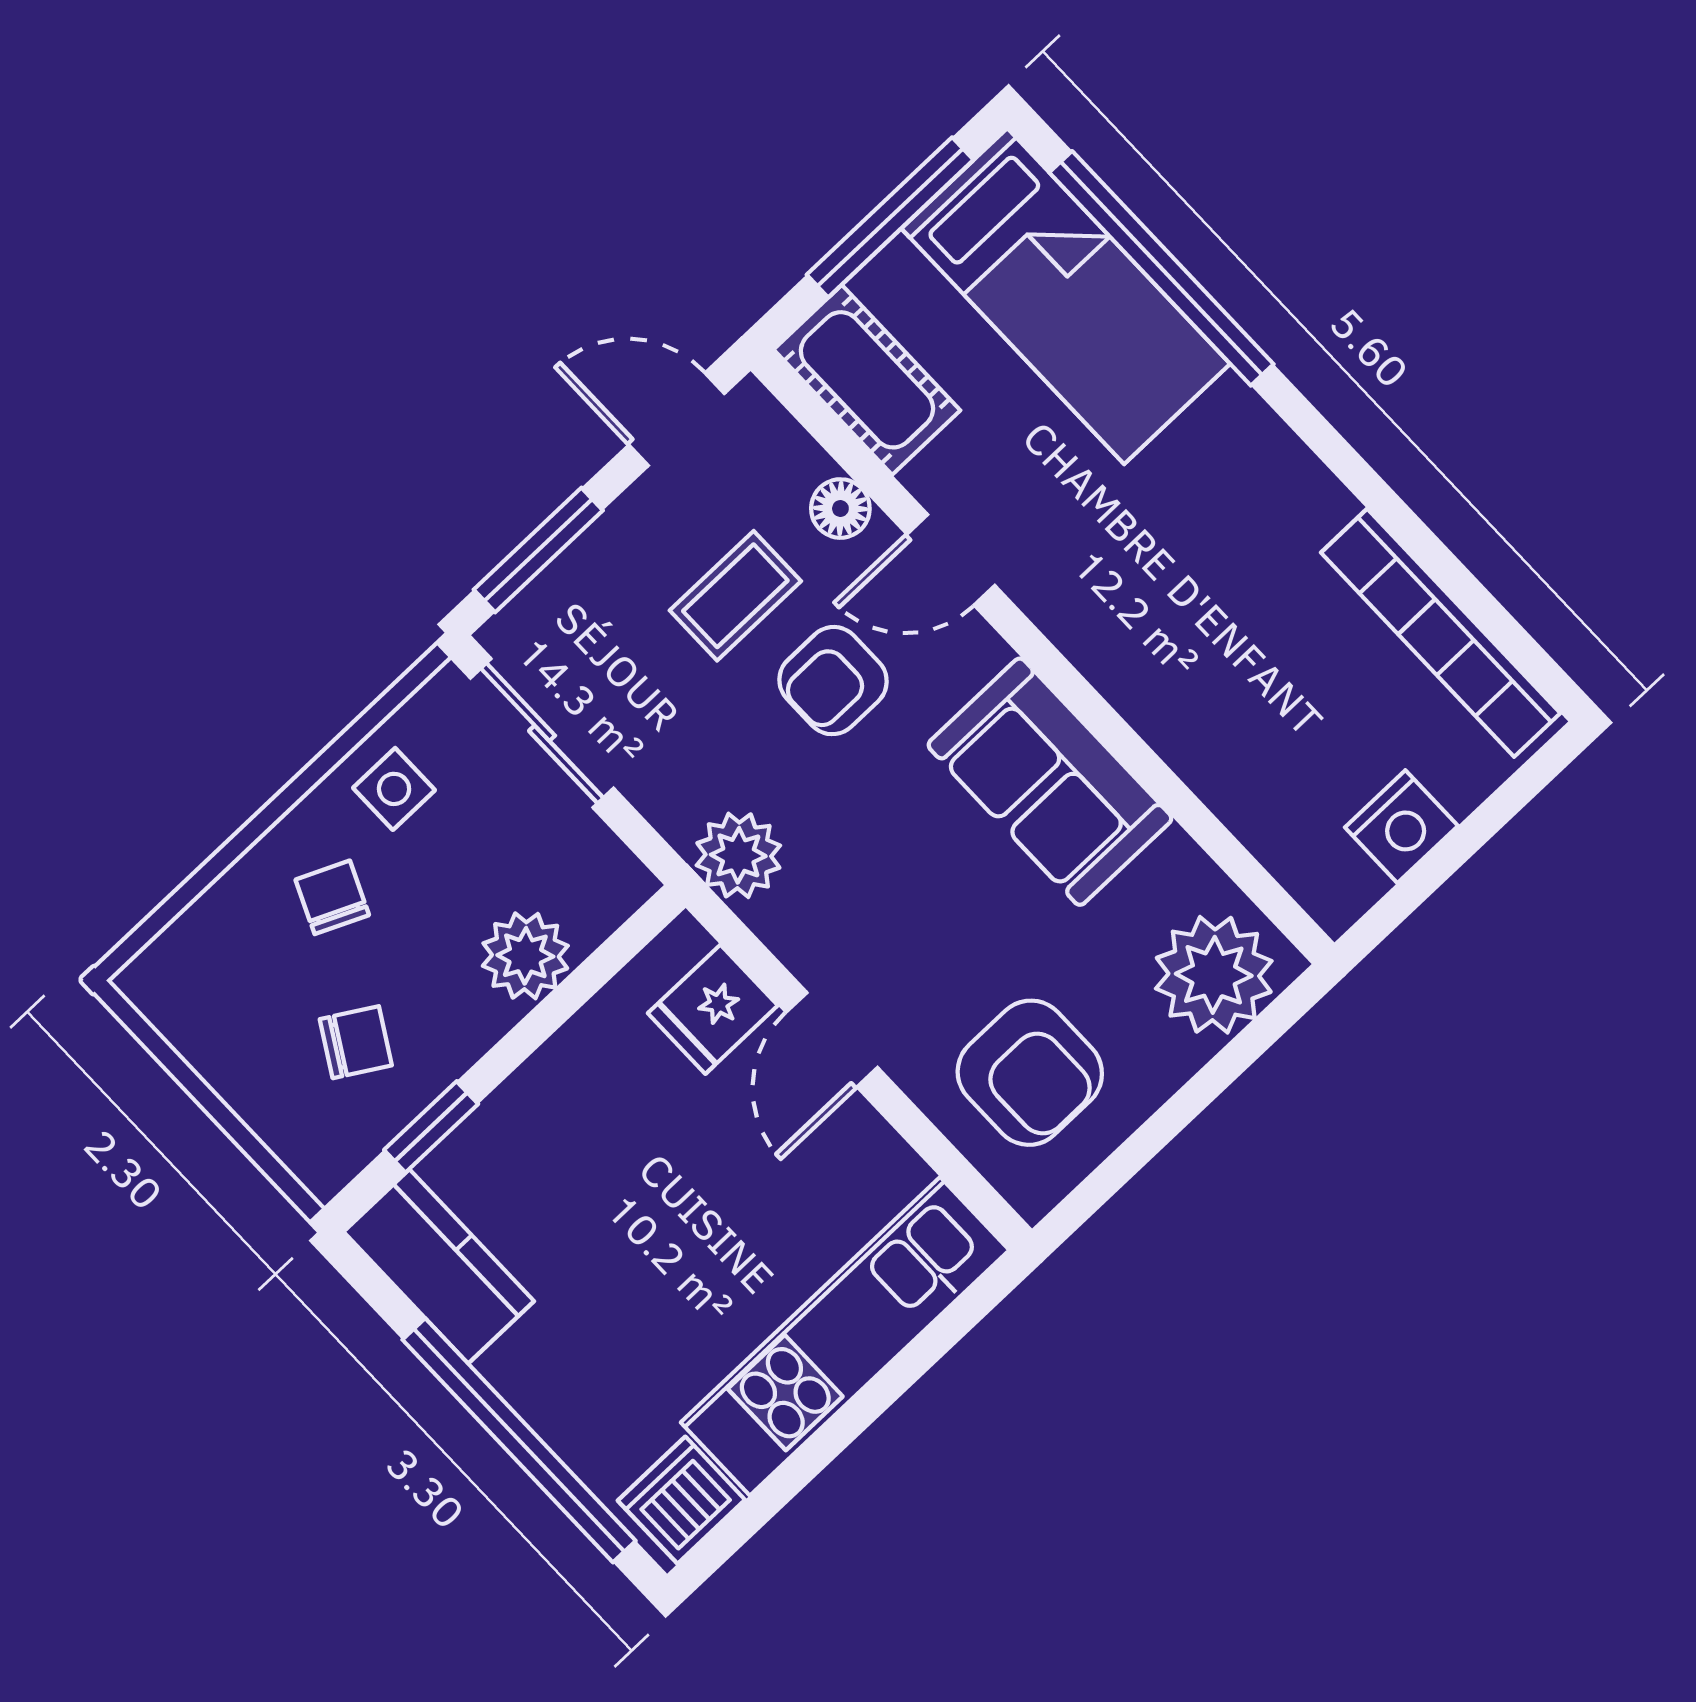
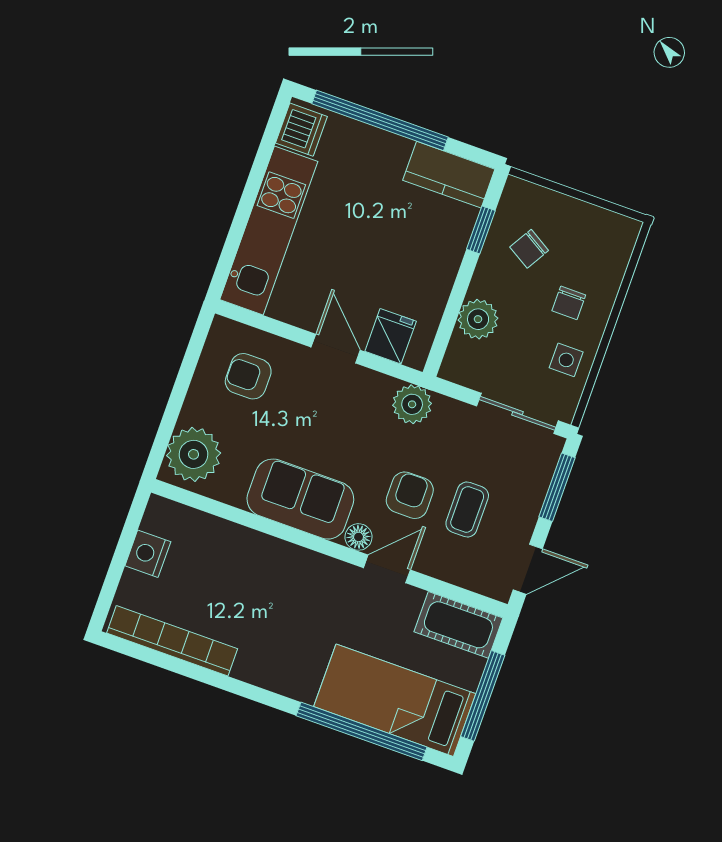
floor lamp: (840, 509) -> (359, 537), moved
chair: (332, 897) -> (569, 303), turned 66
armchair: (1030, 1073) -> (248, 376), width x0.72, depth x0.72

